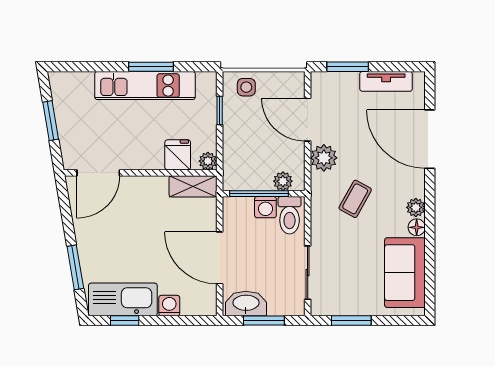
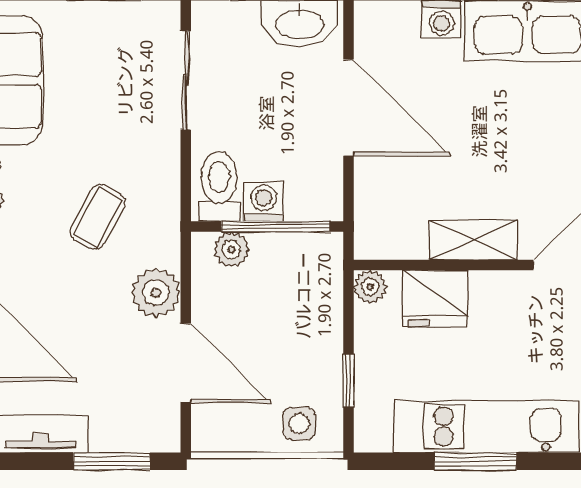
fridge: (178, 155) -> (435, 298), width x1.38
shelving: (193, 186) -> (474, 240), moved

